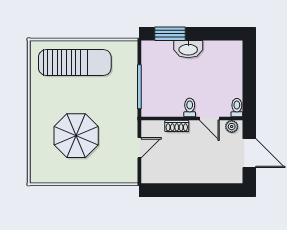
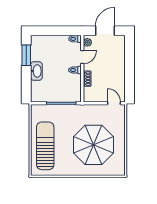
window: (170, 34) -> (26, 55), moved
parasol: (76, 136) -> (93, 145), width x1.36, depth x1.36
door: (139, 148) -> (114, 103), moved

